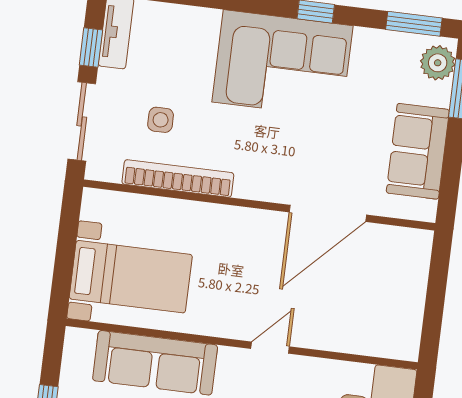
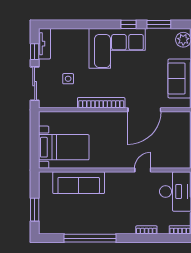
window: (414, 24) -> (159, 24), moved
bookcase: (178, 178) -> (101, 103), moved
door: (270, 348) -> (143, 170), moved

